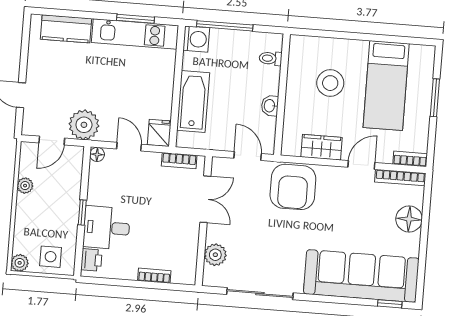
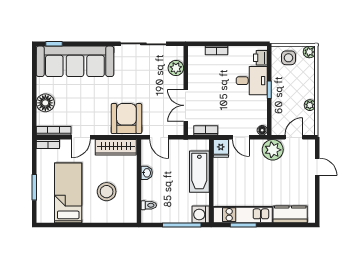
wardrobe: (322, 147) -> (116, 147), width x1.50

